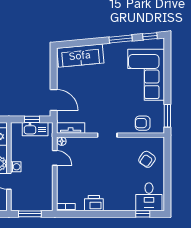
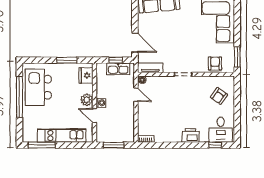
armchair: (143, 123) -> (215, 63), turned 90
printer: (94, 203) -> (191, 135), moved

